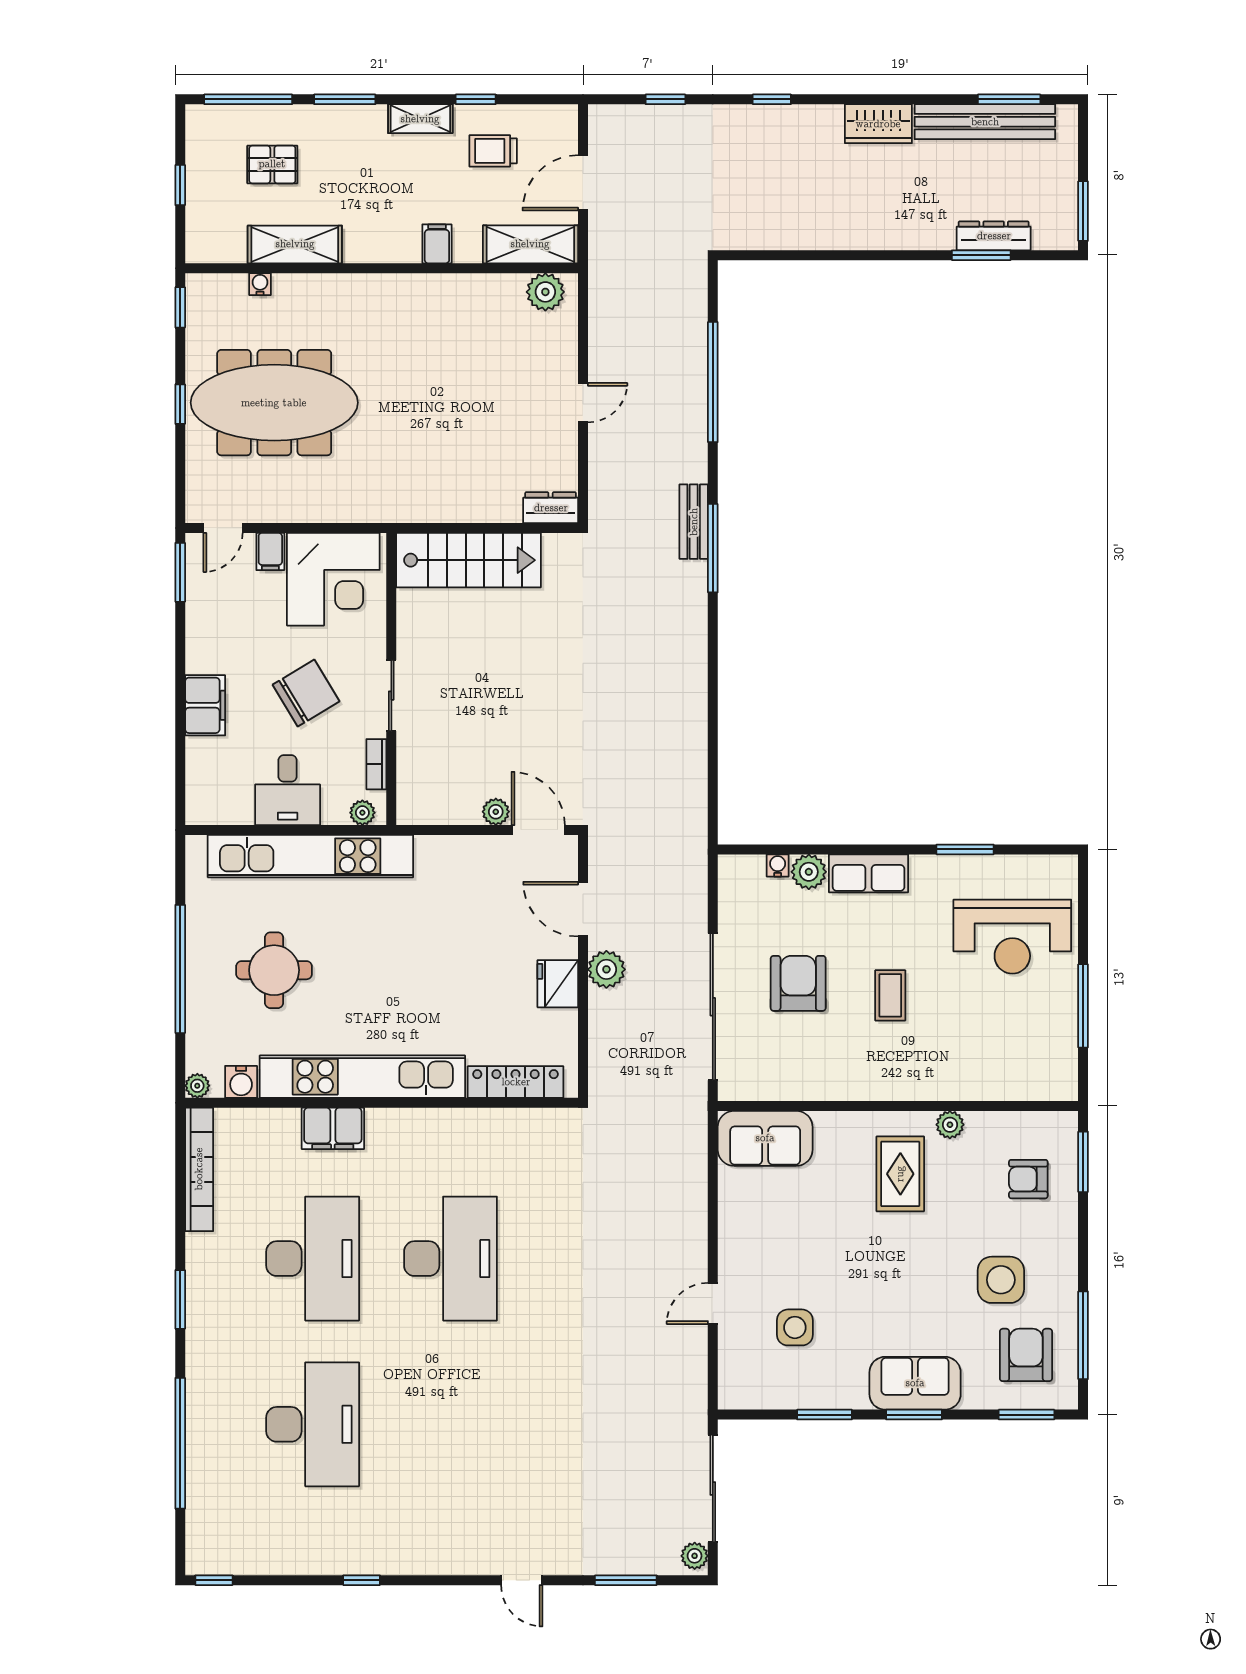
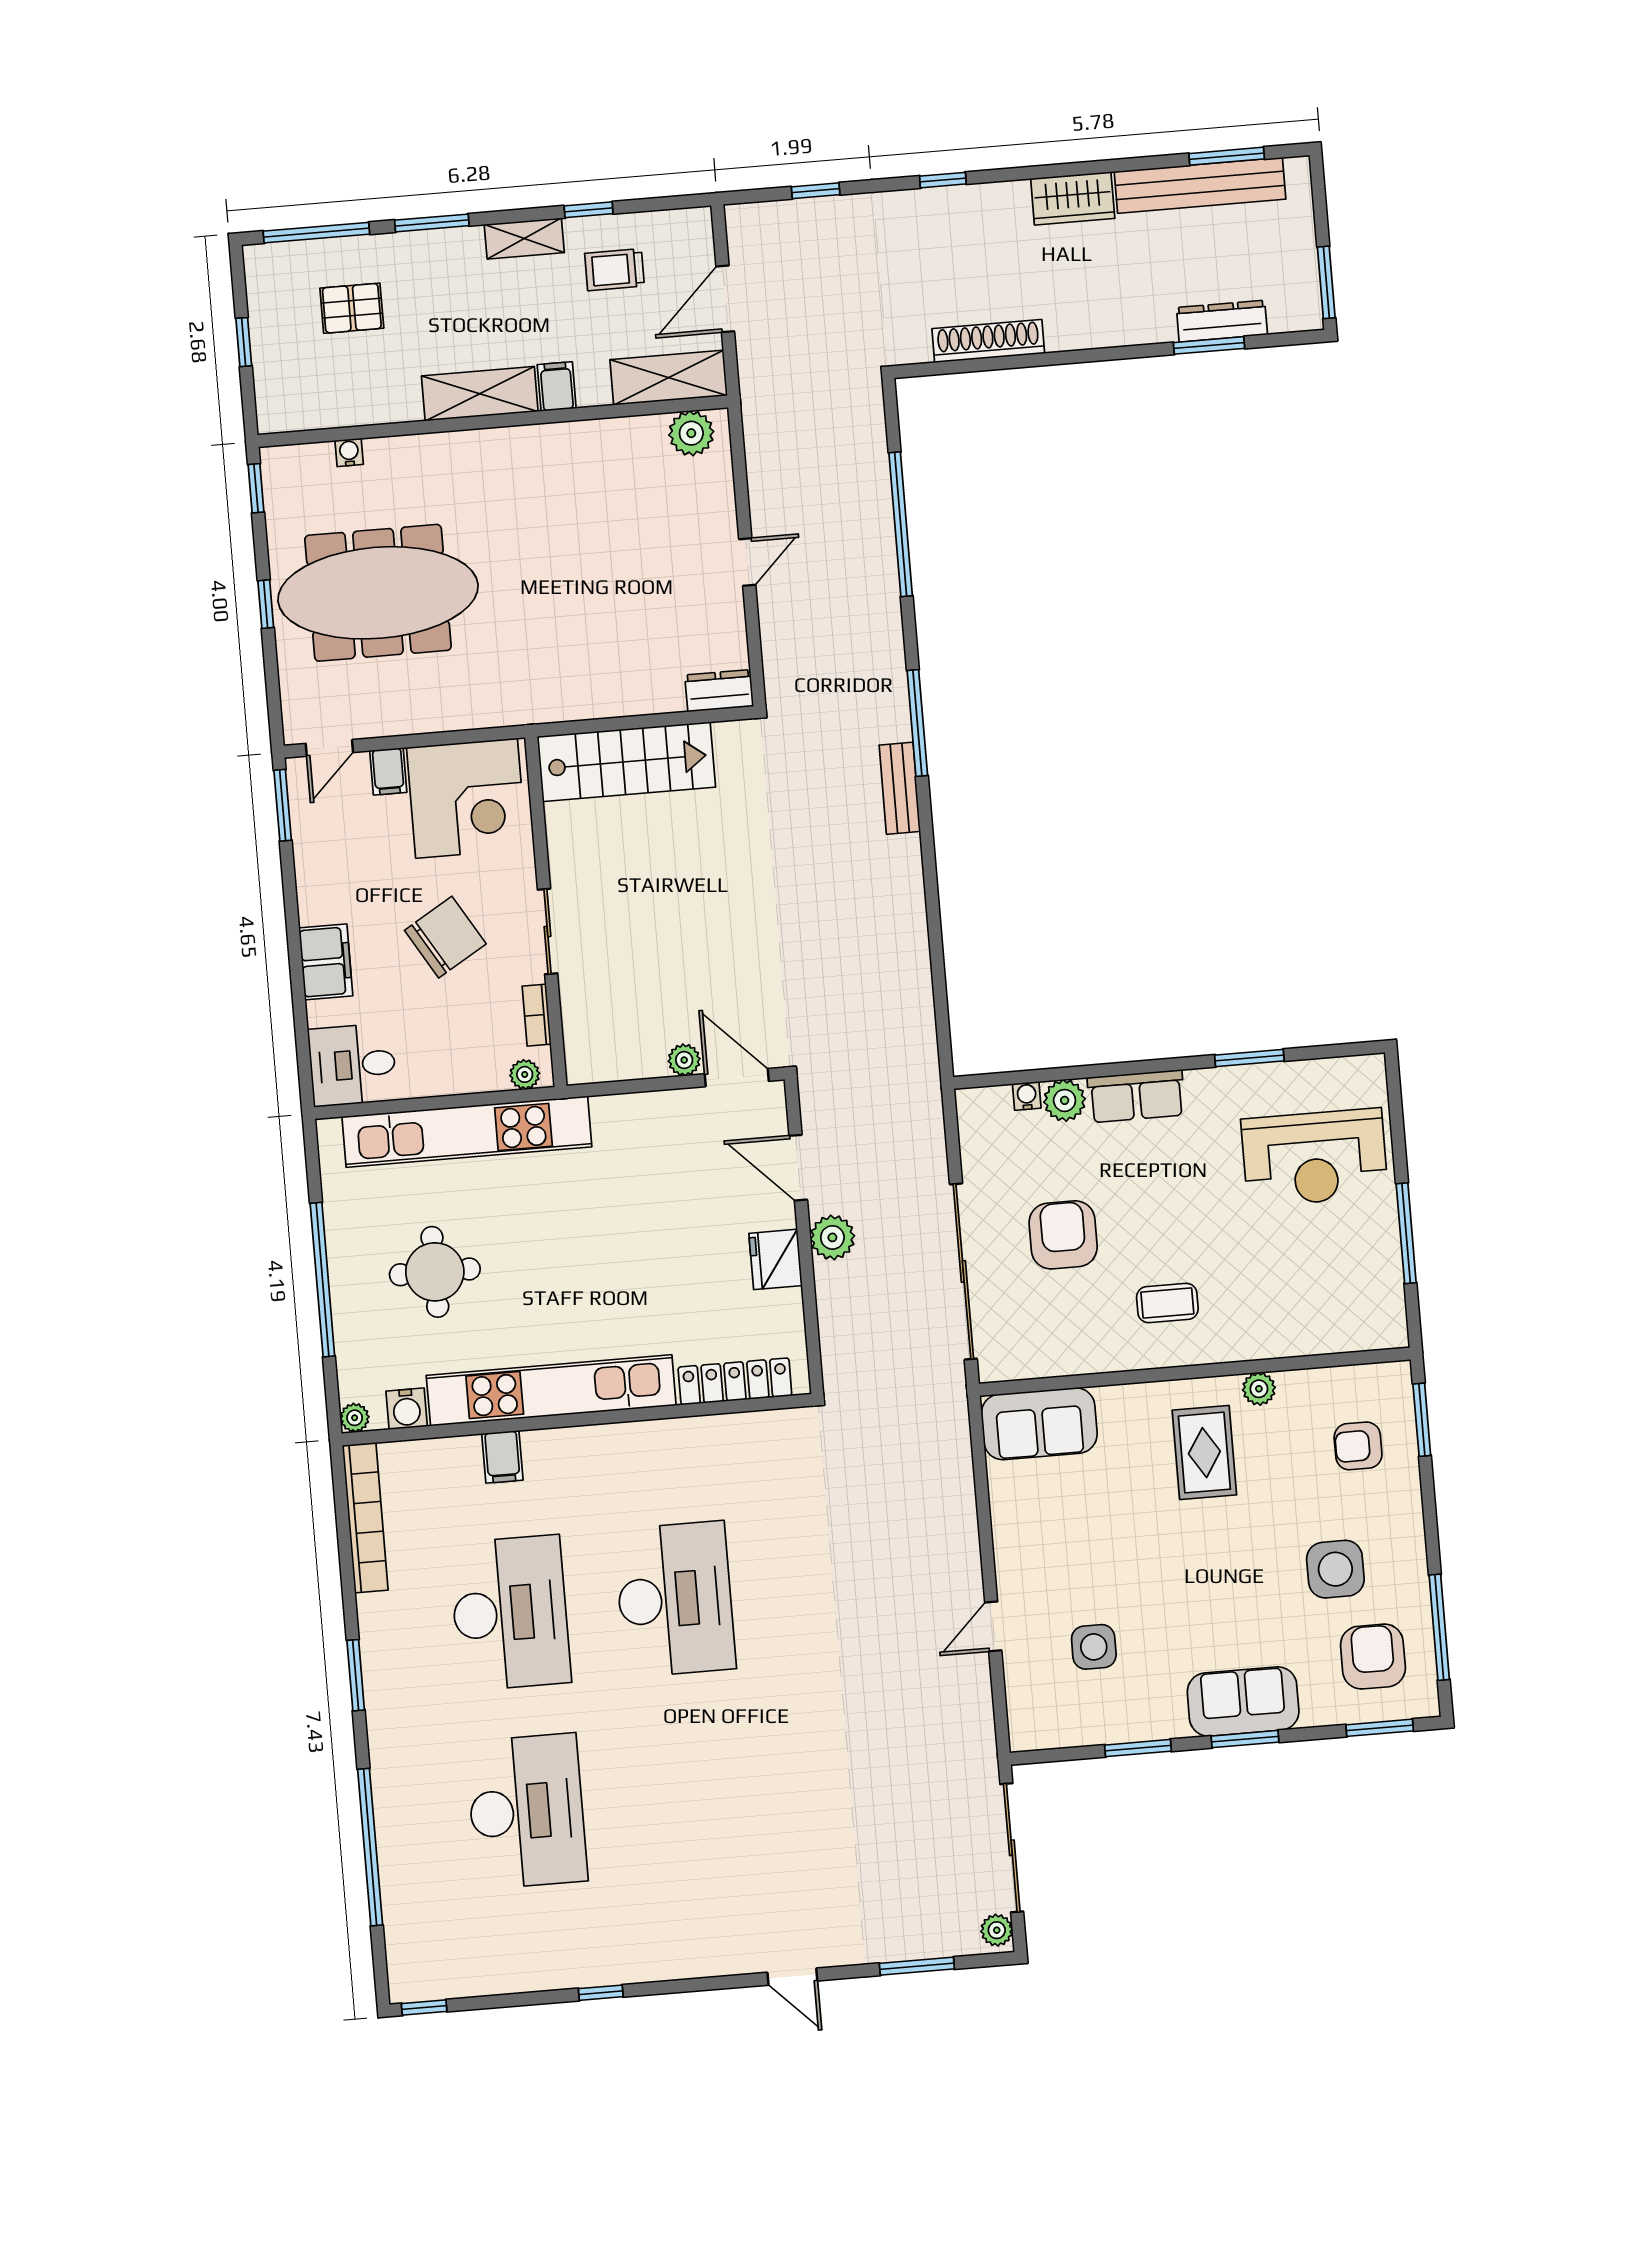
shoe rack: (798, 236) -> (988, 341), added
shelving: (295, 244) -> (480, 394), moved
bench: (694, 522) -> (900, 788), moved
desk: (288, 790) -> (353, 1065), moved, turned 90
coffee table: (890, 995) -> (1167, 1303), moved, turned 90
filing cabinet: (333, 1128) -> (502, 1457), width x0.50

